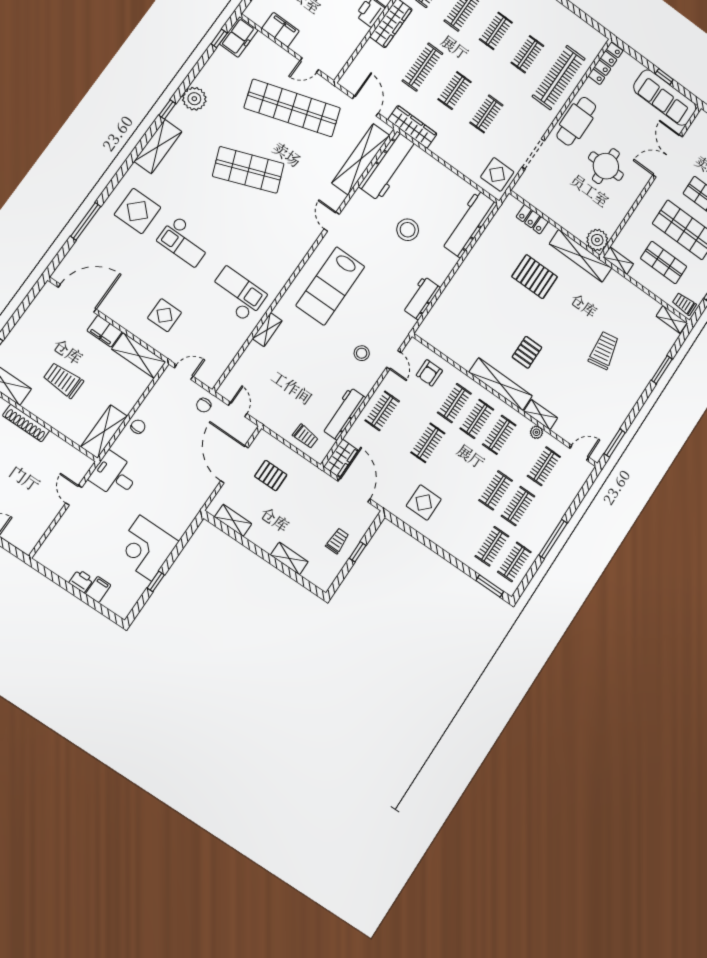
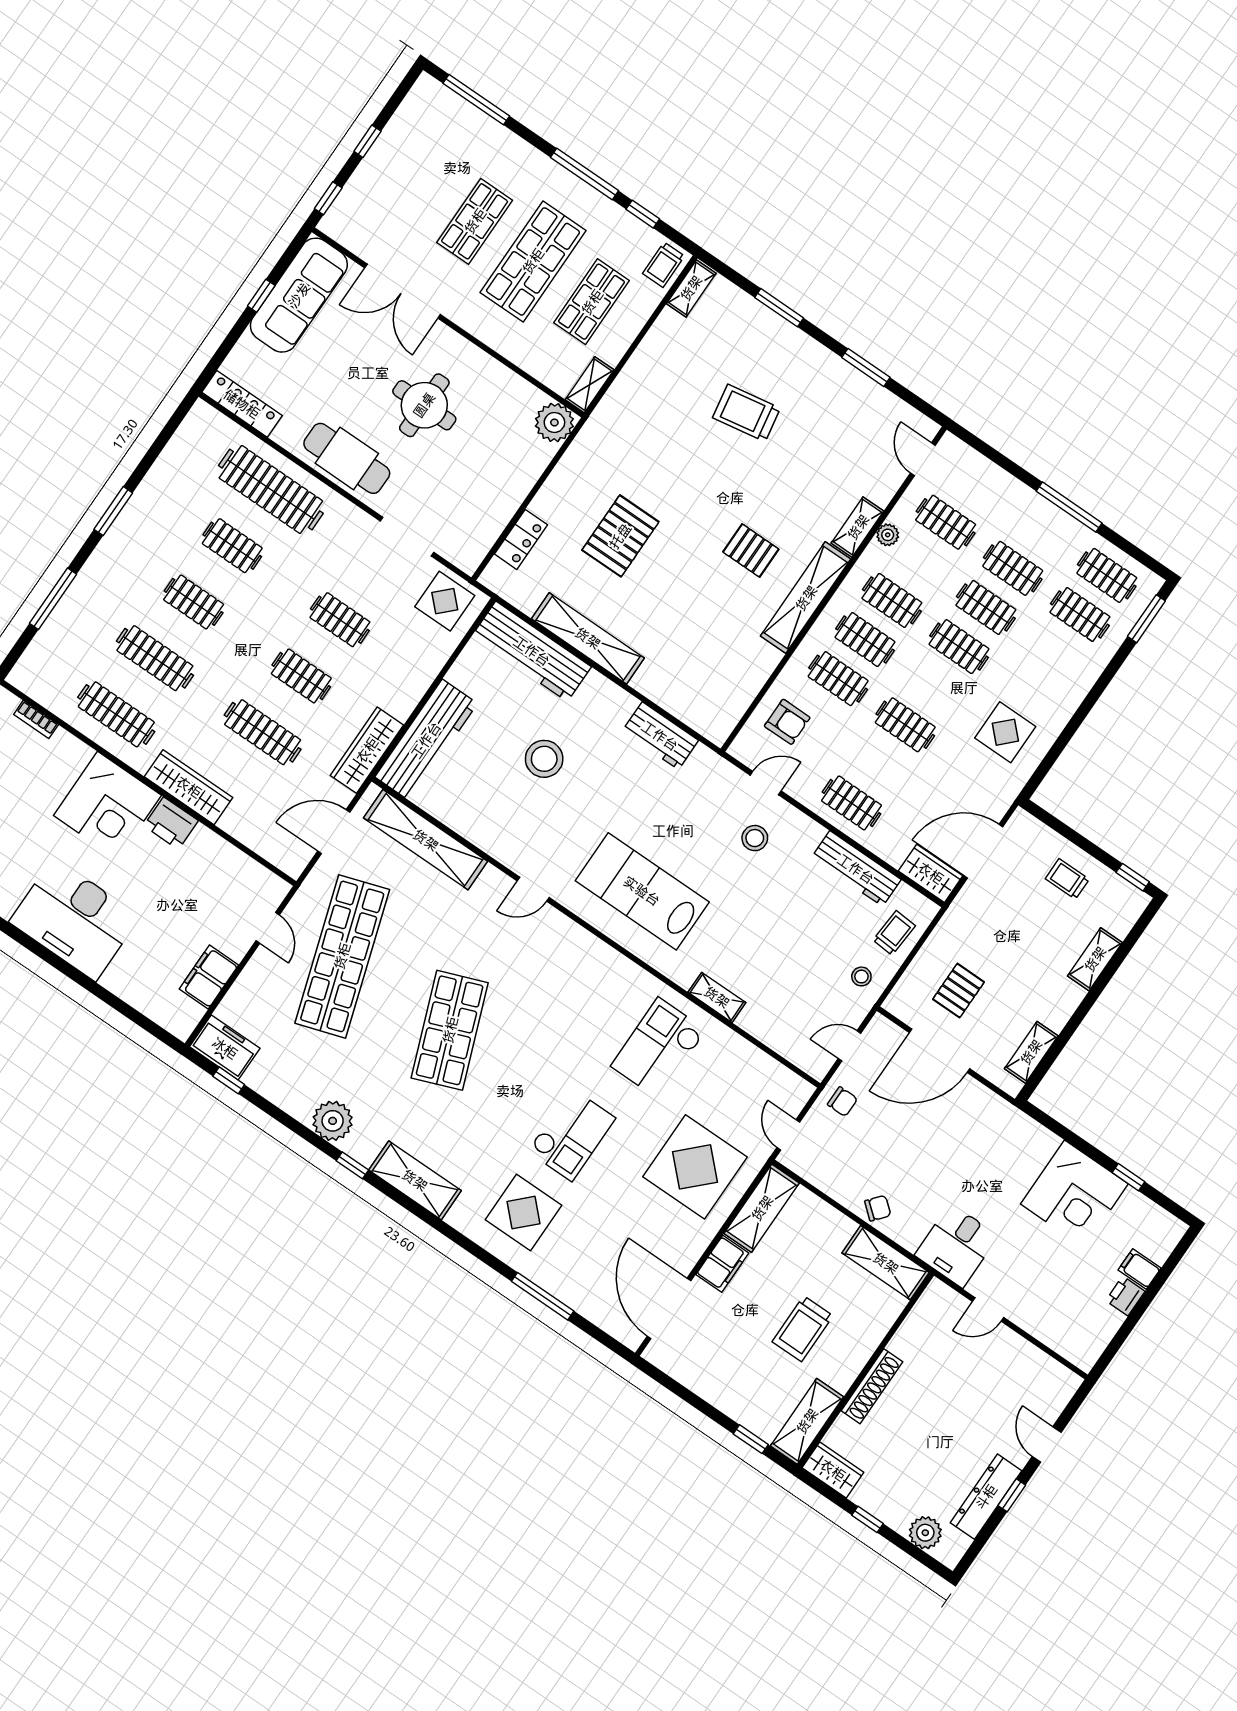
workbench: (388, 166) -> (426, 740), moved, turned 90
shelving: (581, 256) -> (588, 638), moved, turned 90
lab bench: (330, 286) -> (642, 891), turned 180
display table: (165, 315) -> (695, 1167), width x1.86, depth x1.86
stool: (279, 417) -> (861, 976), added
chair: (138, 427) -> (878, 1208), turned 130
window: (615, 443) -> (866, 367), moved
clothes rail: (473, 475) -> (959, 647), added
window: (358, 552) -> (1133, 877), moved

